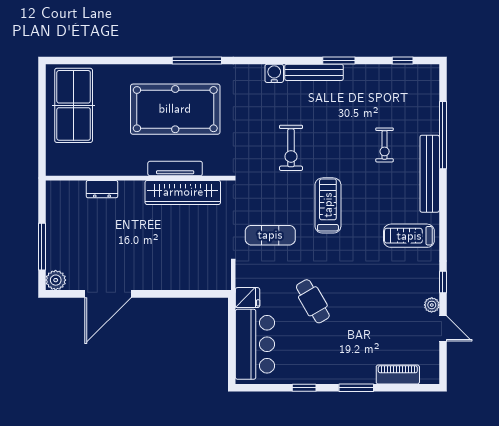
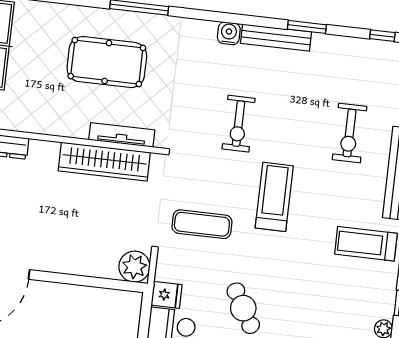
pool table: (175, 109) -> (107, 62), width x0.73, depth x0.76
exercise bike: (385, 145) -> (349, 133), width x1.38, depth x1.39
tv unit: (175, 169) -> (122, 135), moved
plant: (218, 277) -> (134, 267), added

